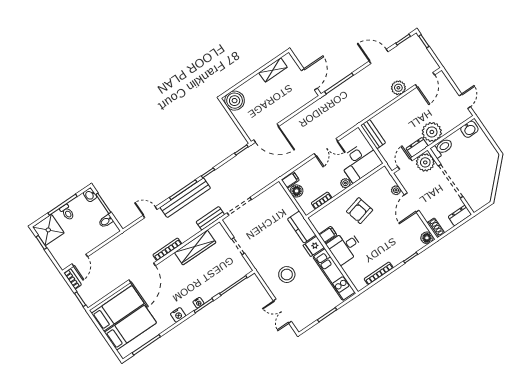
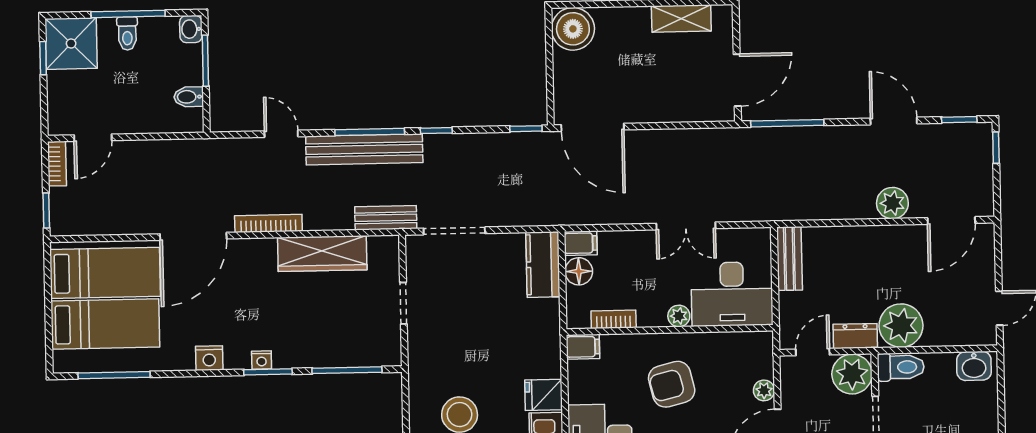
kitchen counter: (302, 227) -> (543, 265), moved
filing cabinet: (328, 235) -> (583, 347), moved

